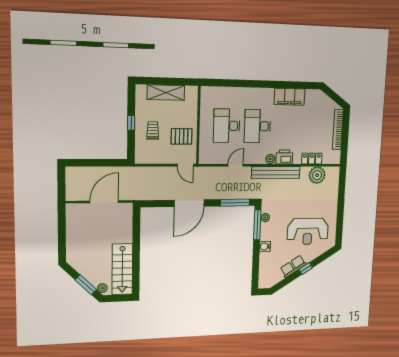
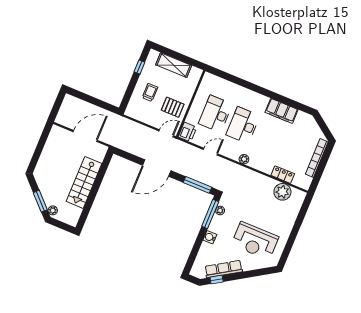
window: (131, 123) -> (139, 67), moved
printer: (284, 157) -> (187, 132), moved, turned 90
door: (185, 165) -> (166, 133), swing flipped
bench: (276, 173) -> (245, 173), removed
row of seats: (293, 266) -> (224, 269), width x1.48
stairs: (122, 269) -> (84, 182), moved
window: (306, 269) -> (217, 280), moved

